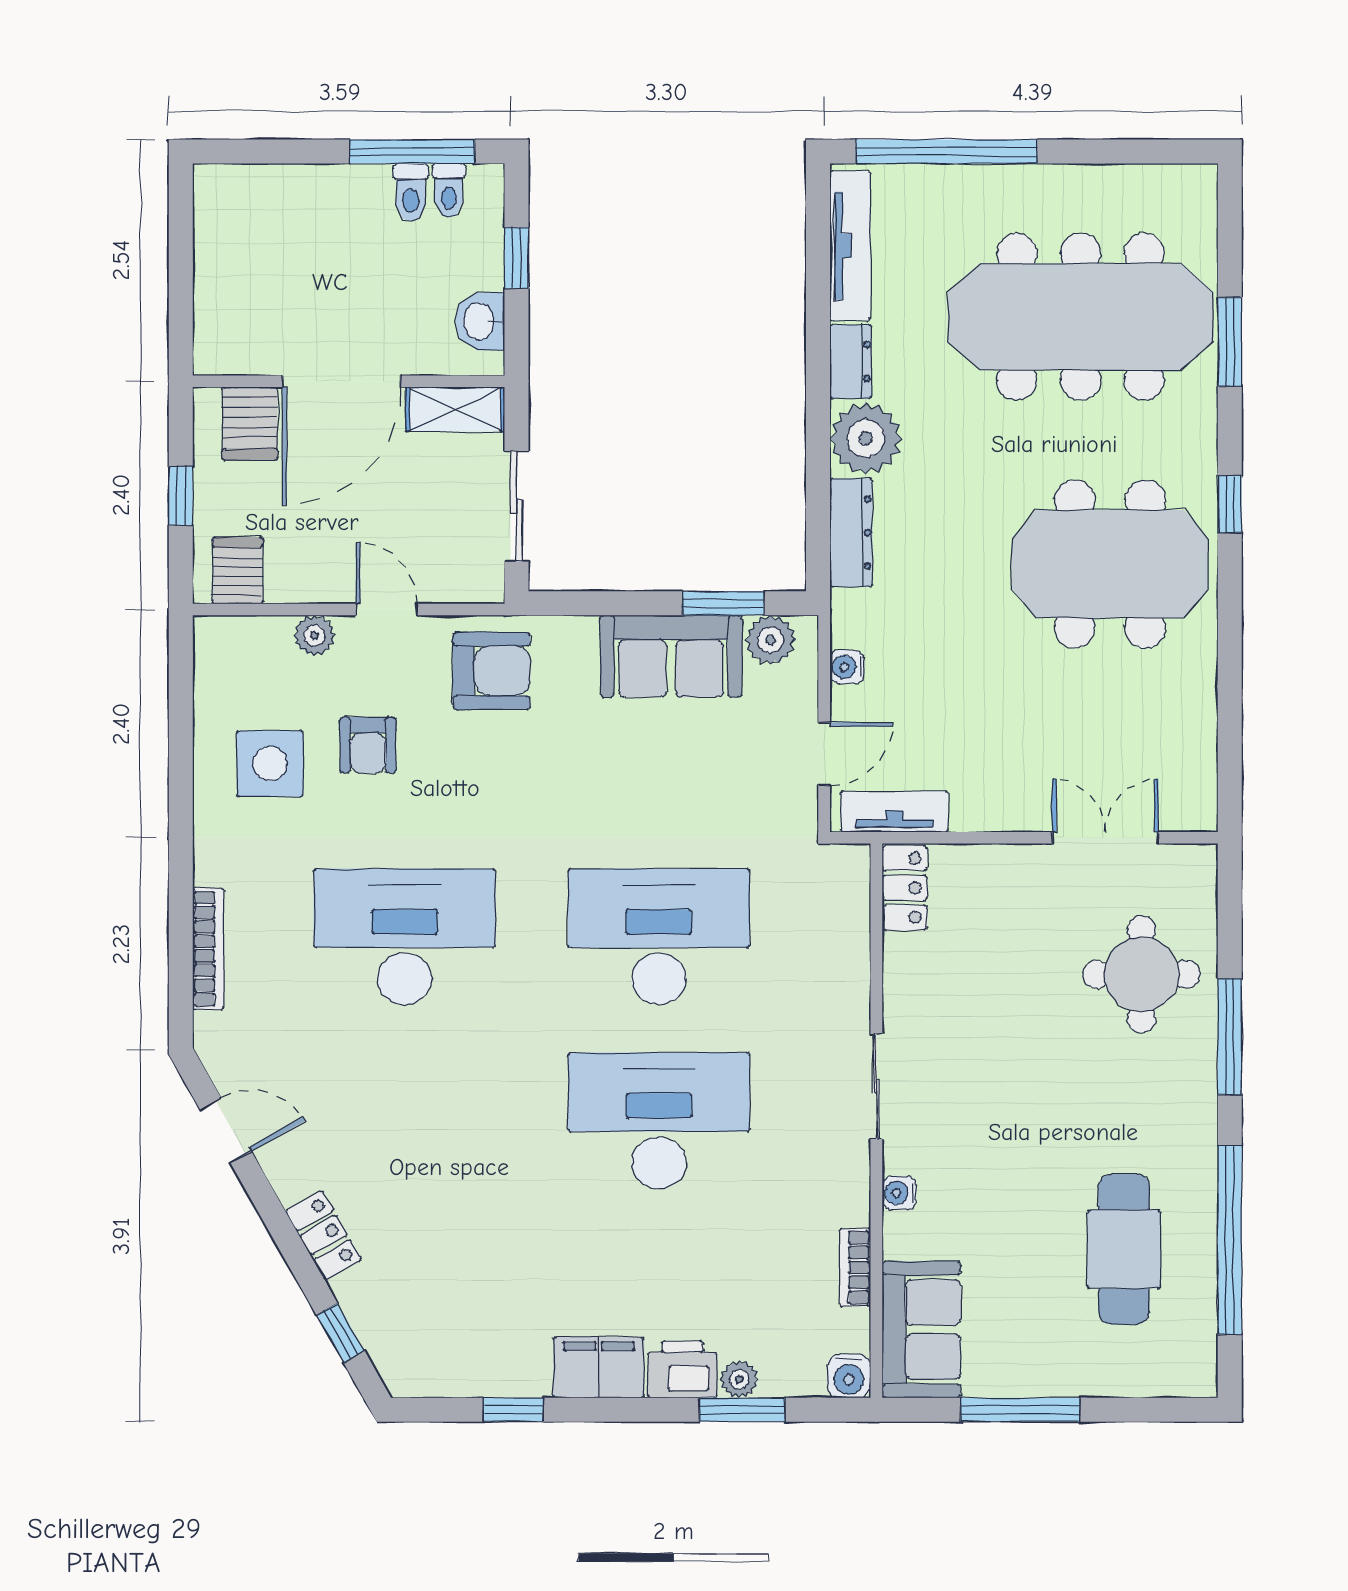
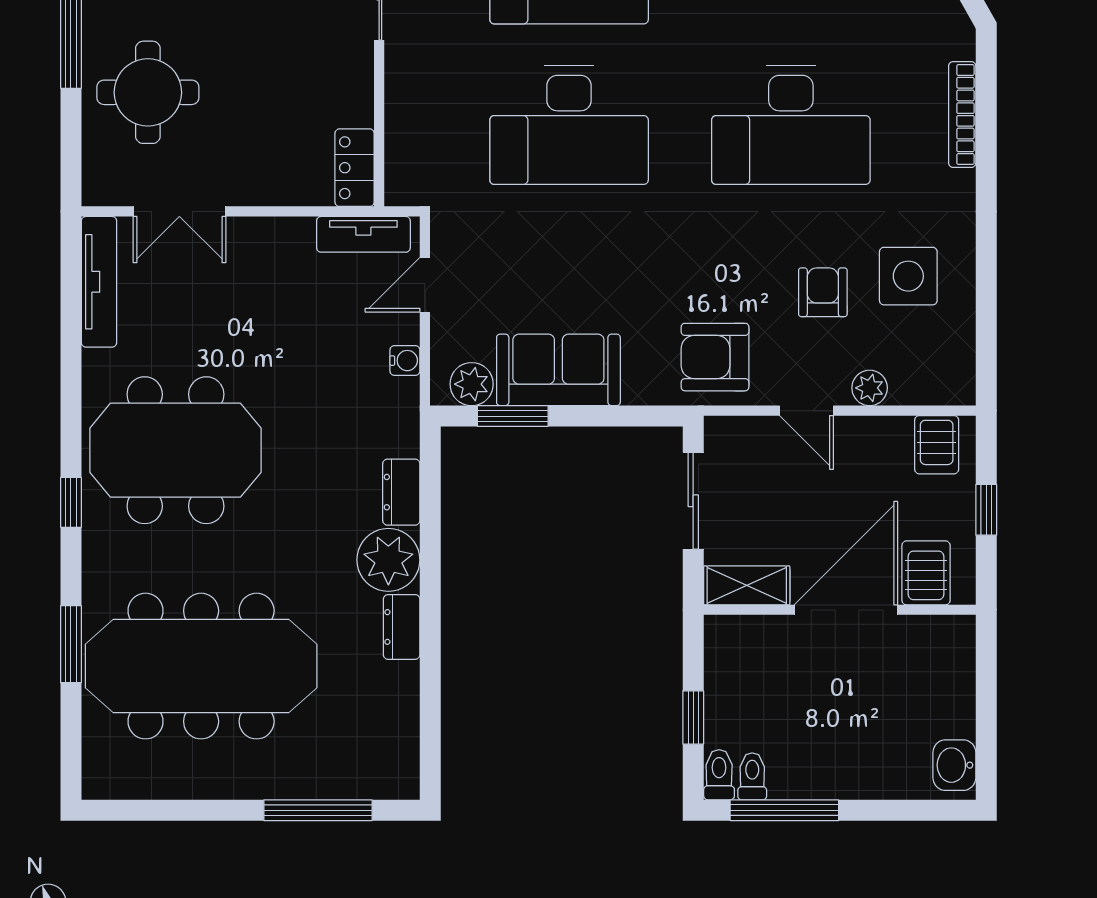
window: (947, 152) -> (318, 810), width x0.68
toilet: (411, 192) -> (719, 775), moved
tv unit: (850, 246) -> (99, 282), moved, turned 180
washbasin: (480, 321) -> (954, 765), moved, turned 180
dresser: (851, 533) -> (401, 492), width x0.70

